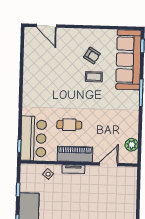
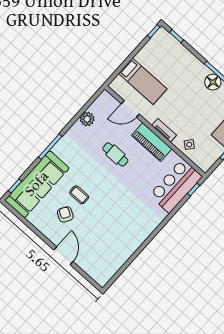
door: (46, 26) -> (63, 256), moved
cafe table: (69, 125) -> (115, 154), moved
plant: (132, 145) -> (87, 119), moved
bed: (116, 190) -> (143, 81), added

